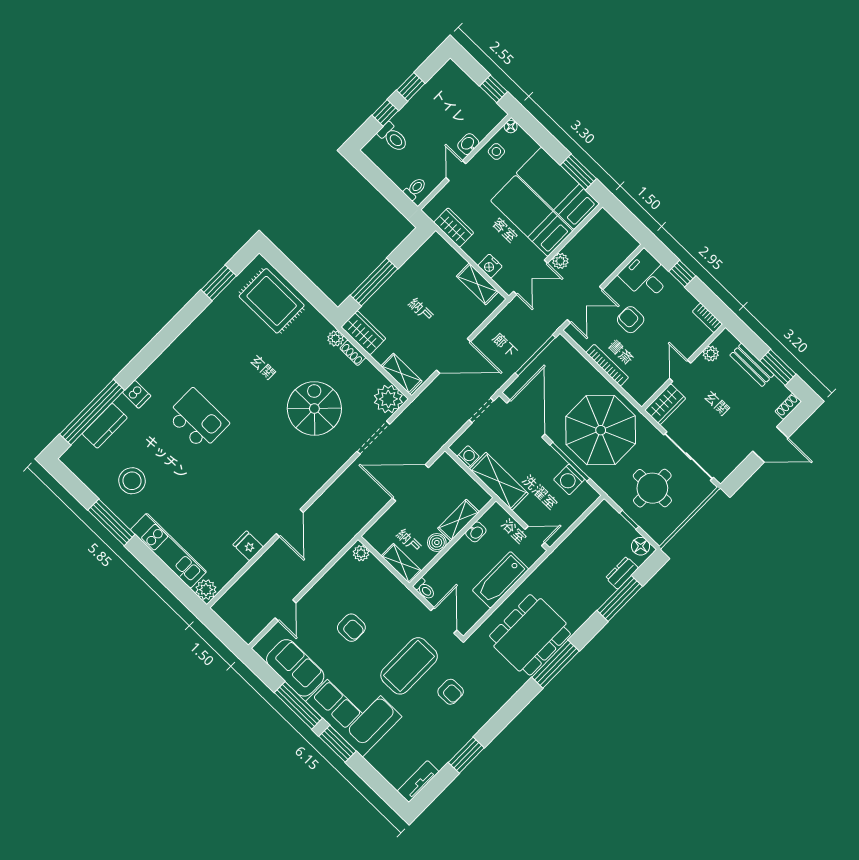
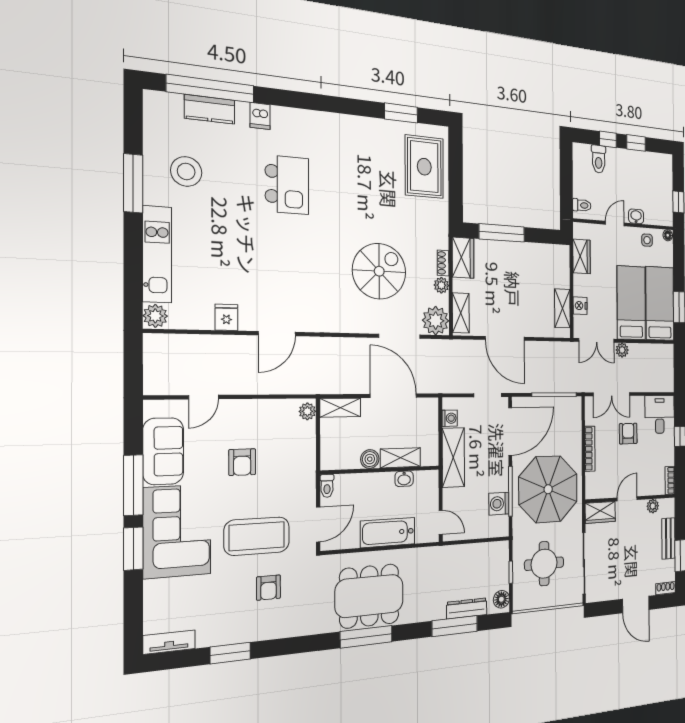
plant: (336, 338) -> (441, 285), moved
shelving: (401, 563) -> (340, 408), moved, turned 90
dresser: (622, 573) -> (467, 608), width x1.44

